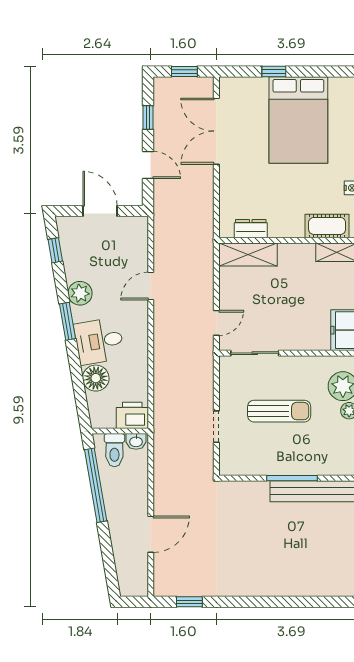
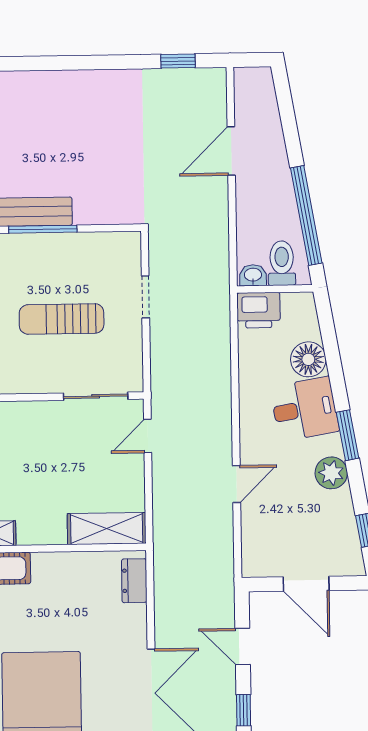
dresser: (251, 229) -> (134, 581), moved, turned 90

